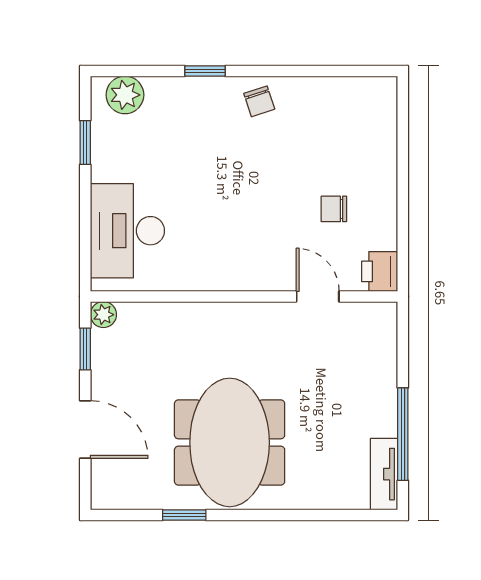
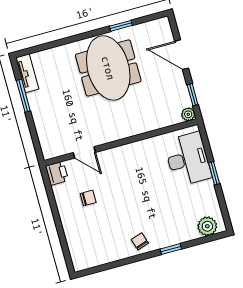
window: (85, 143) -> (214, 173), moved
window: (403, 434) -> (23, 96), width x0.69

